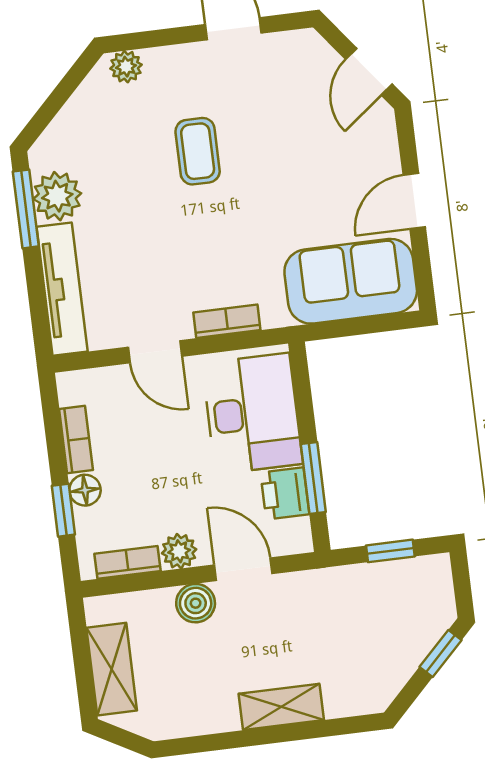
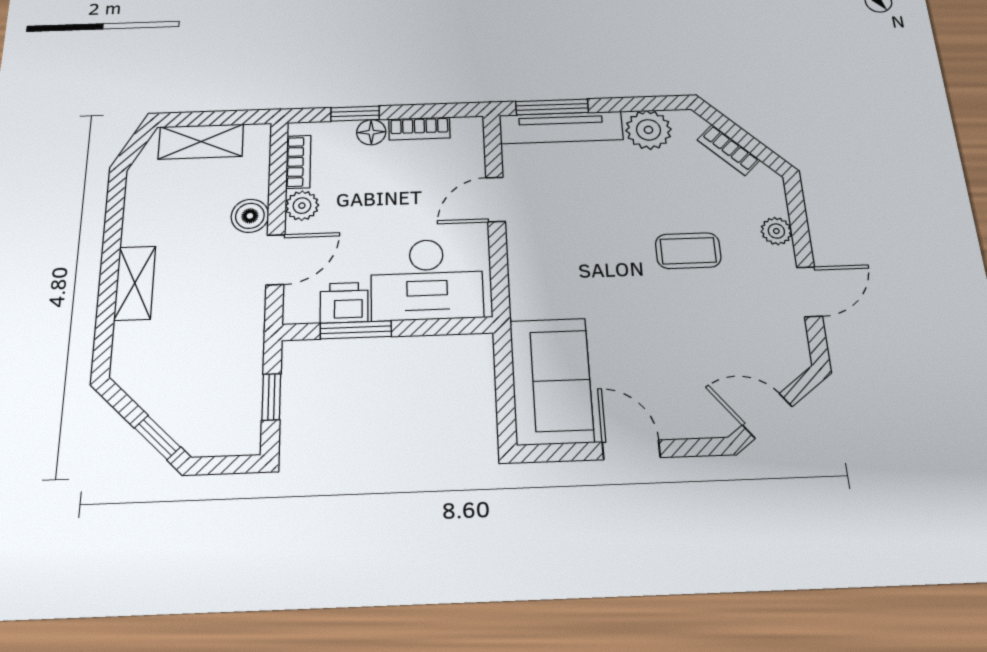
plant: (126, 67) -> (776, 231), moved
window: (26, 209) -> (552, 107), moved
bookcase: (227, 321) -> (728, 150), moved, turned 135

